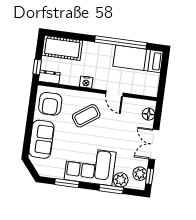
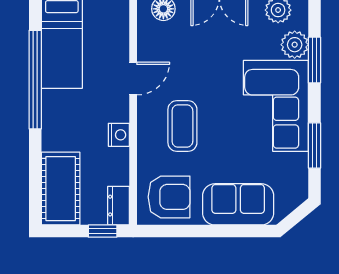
coffee table: (86, 116) -> (182, 126), turned 35

